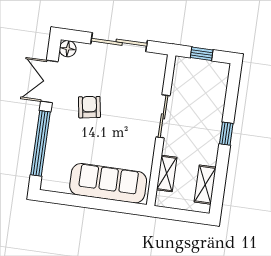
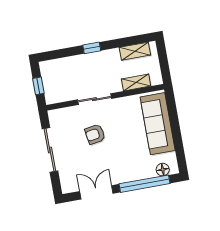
floor lamp: (68, 49) -> (163, 170), moved
double door: (49, 82) -> (96, 192), swing flipped
armchair: (89, 107) -> (95, 134), moved

